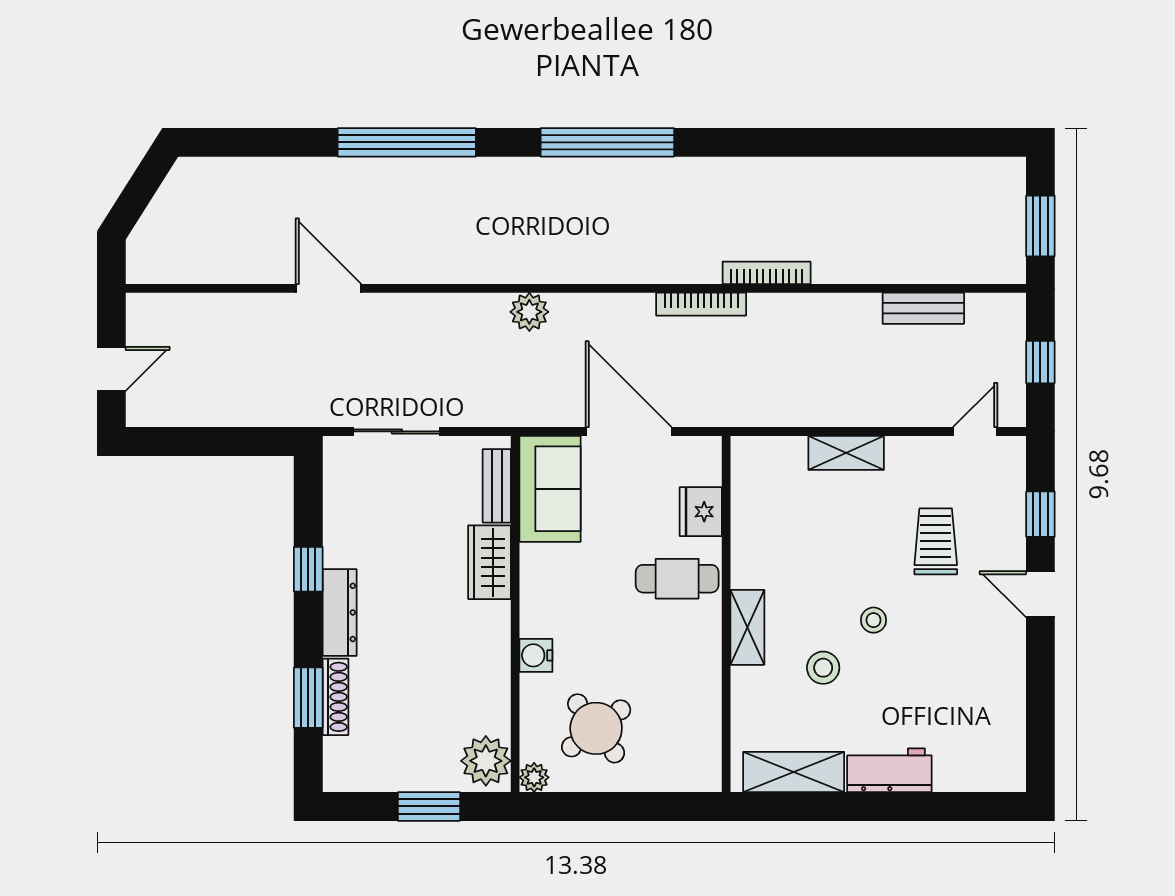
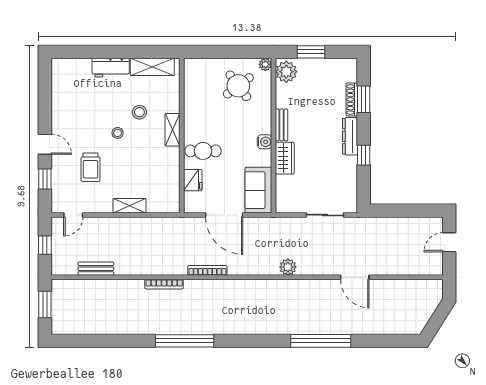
window: (607, 142) -> (185, 341), moved
bookcase: (701, 304) -> (207, 270), moved
plant: (529, 312) -> (288, 267), moved
bench: (497, 486) -> (282, 125), moved
water cooler: (536, 655) -> (264, 142), moved

